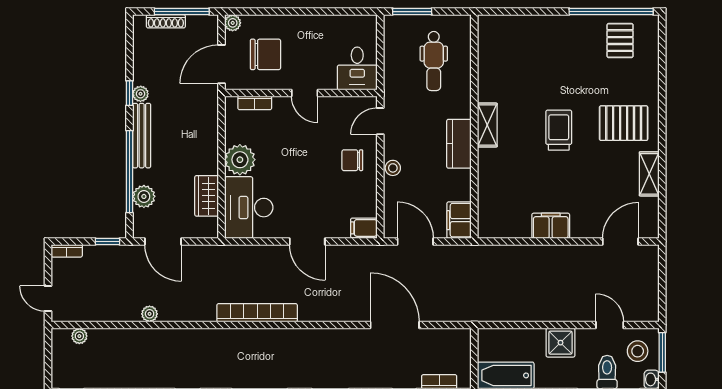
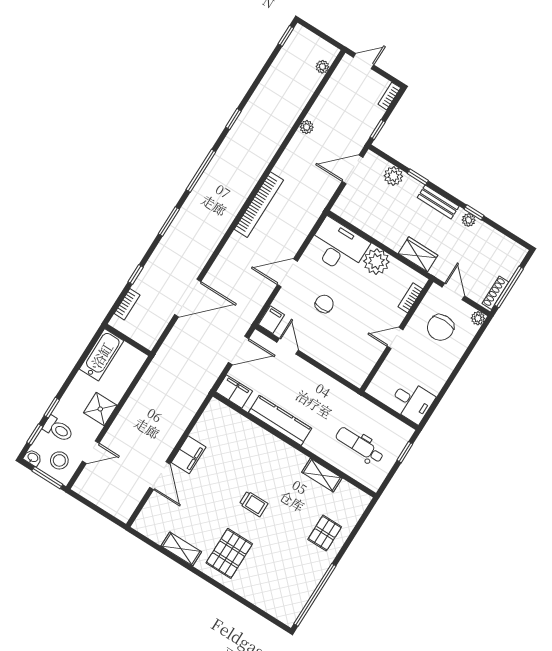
window: (412, 12) -> (405, 452), width x0.67
shoe rack: (166, 21) -> (495, 293), moved
pallet: (620, 41) -> (325, 533), moved, turned 90
door: (221, 64) -> (453, 292), width x0.73
desk: (357, 69) -> (412, 402), moved, turned 180
door: (380, 121) -> (288, 346), moved
shelving: (487, 125) -> (322, 475), moved
trolley: (559, 130) -> (254, 504), width x0.73, depth x0.72
bench: (142, 136) -> (438, 202), width x0.73
kitchen counter: (459, 144) -> (280, 420), width x1.50
chair: (352, 160) -> (324, 304), moved
stool: (393, 168) -> (301, 368), removed
window: (129, 172) -> (418, 177), width x0.32
wardrobe: (207, 196) -> (418, 254), moved
door: (620, 241) -> (160, 476), moved

